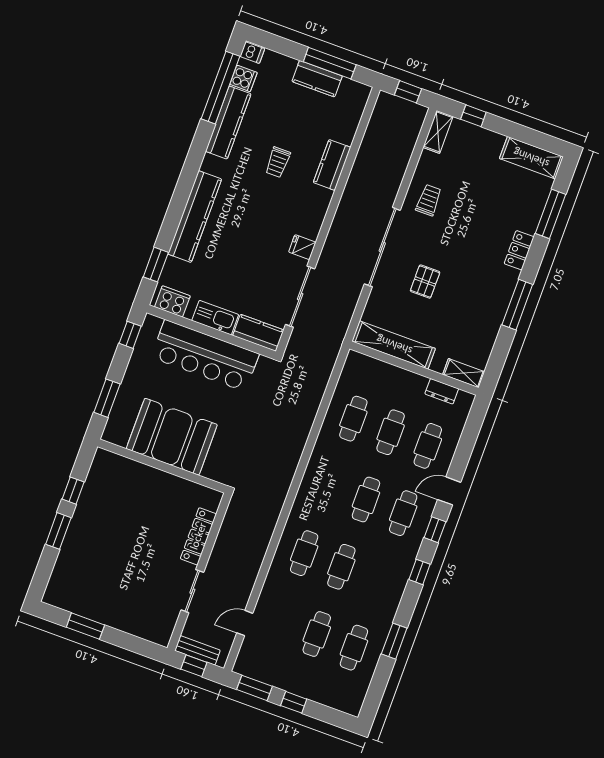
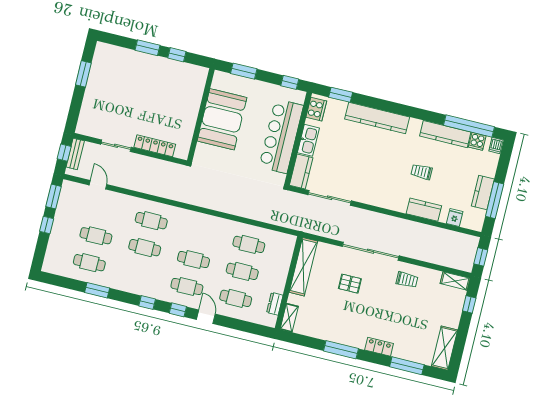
fridge: (302, 247) -> (455, 217), moved

